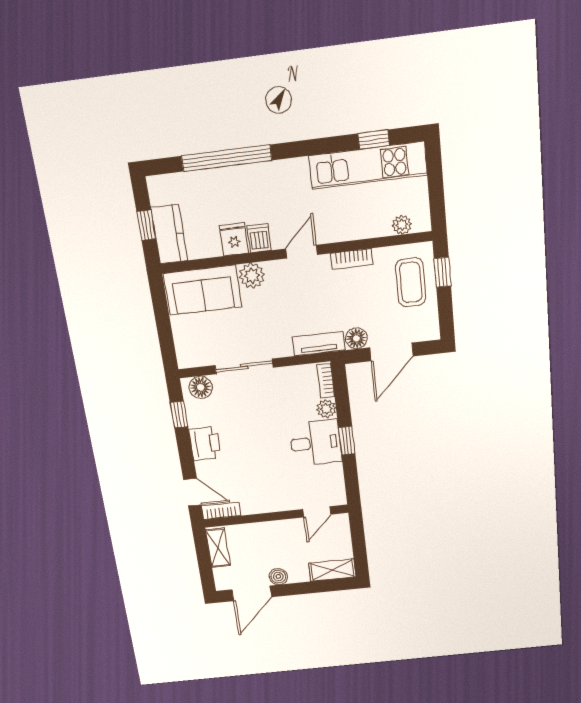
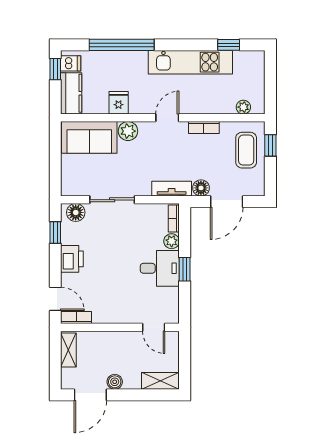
kitchen unit: (368, 165) -> (190, 62), moved
window: (146, 225) -> (55, 69), moved
dishwasher: (259, 238) -> (71, 63), moved, turned 90
door: (317, 512) -> (154, 327), hinge flipped

